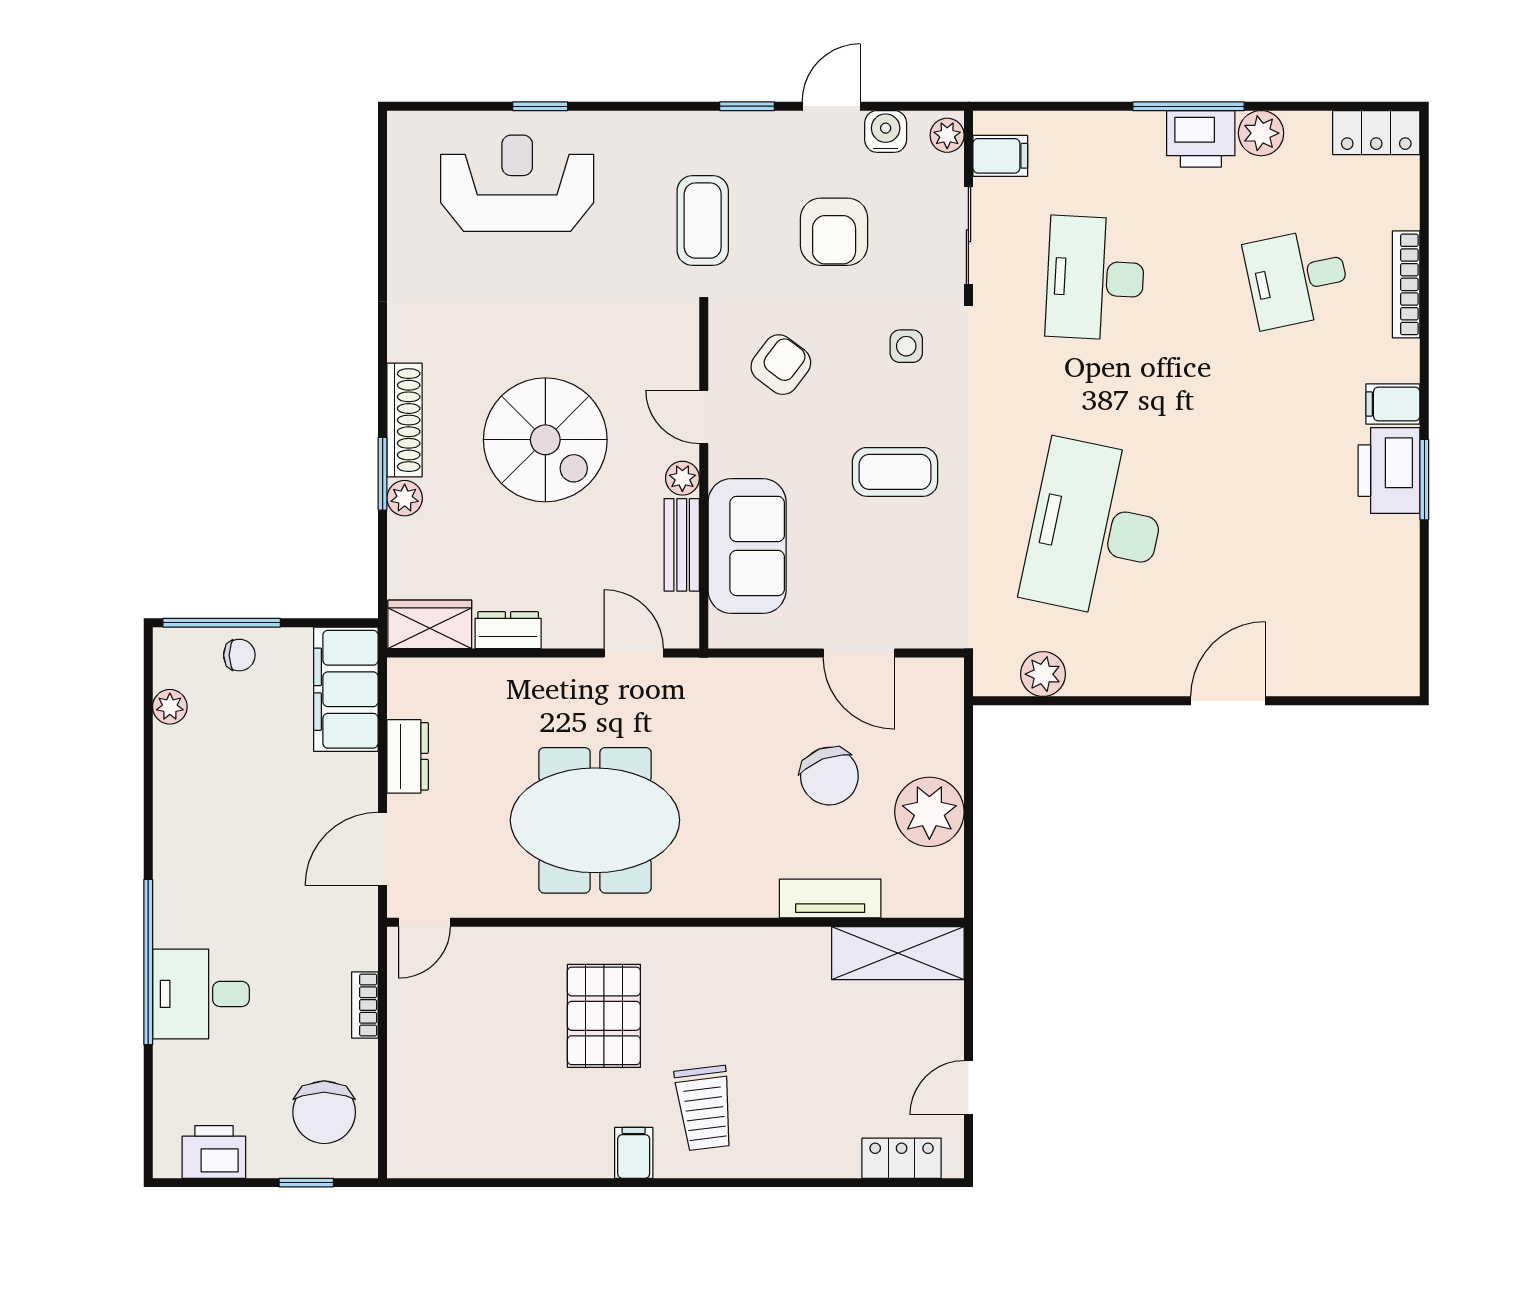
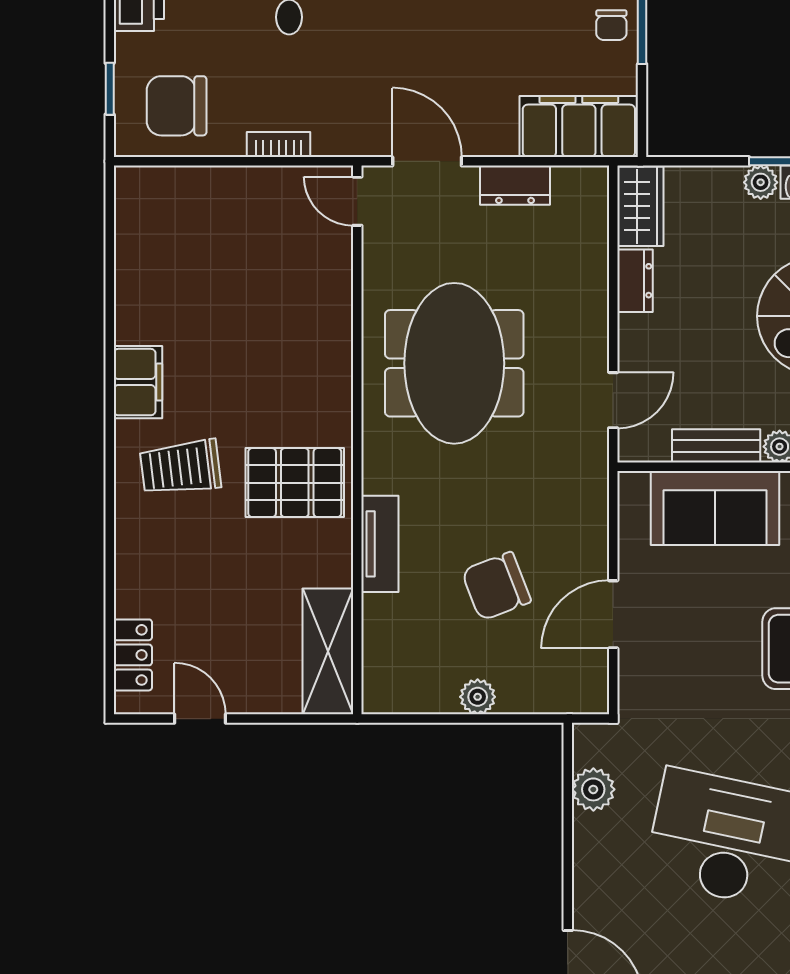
plant: (929, 812) -> (478, 697), width x0.53, depth x0.53
tv unit: (830, 898) -> (380, 544), moved
pallet: (604, 1016) -> (295, 483), moved
filing cabinet: (634, 1153) -> (138, 382), width x2.00

